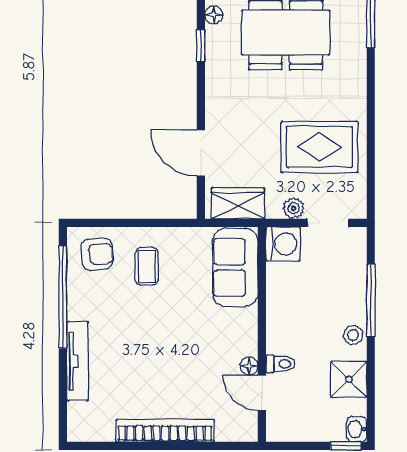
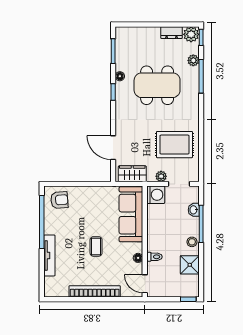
coffee table: (147, 266) -> (96, 246), moved
sofa: (235, 267) -> (131, 214), width x1.36
door: (262, 393) -> (145, 284), moved
washbasin: (356, 429) -> (194, 210), moved

